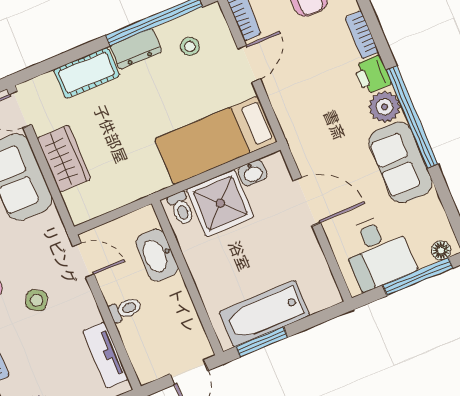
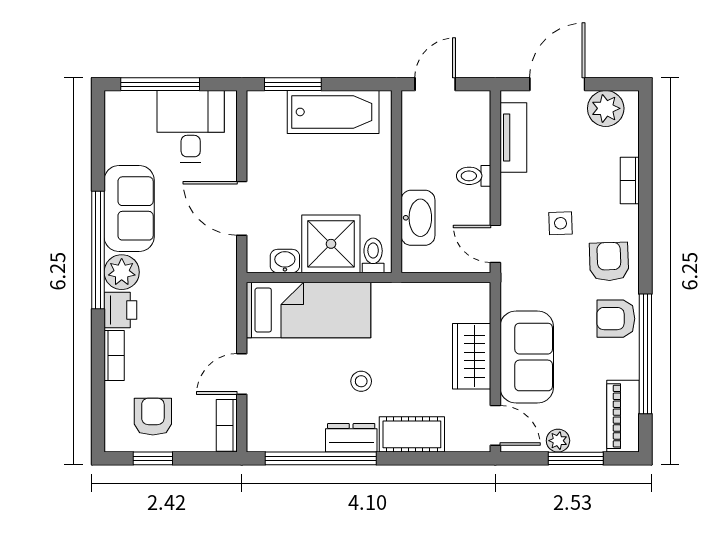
stool: (190, 46) -> (361, 381), moved
floor lamp: (441, 250) -> (125, 101), removed
side table: (36, 300) -> (561, 223), turned -33
window: (262, 342) -> (293, 84), moved

